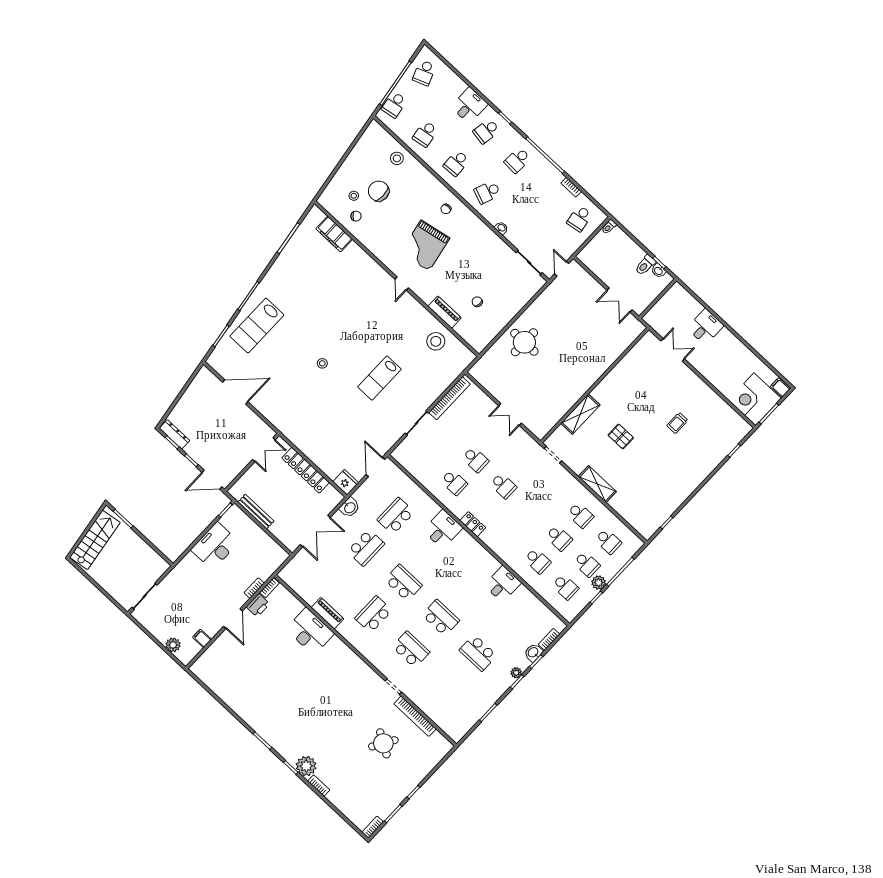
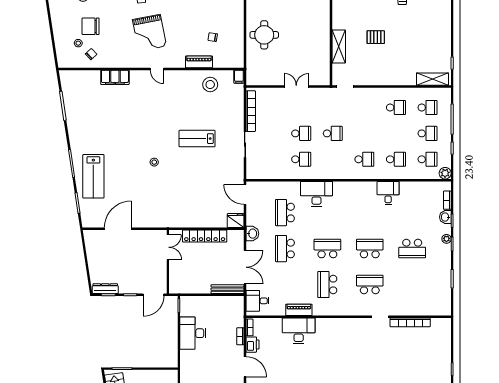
filing cabinet: (334, 234) -> (115, 77), moved
filing cabinet: (468, 358) -> (239, 77), added
lab bench: (379, 378) -> (197, 139), turned 90
double door: (510, 414) -> (296, 87), swing flipped
shelving: (597, 484) -> (432, 79), moved
bench: (256, 512) -> (227, 289), moved
locker: (473, 524) -> (336, 174), removed
desk: (443, 529) -> (316, 194), width x1.37
school desk: (559, 538) -> (364, 159), moved
school desk: (366, 548) -> (285, 249), turned 180
desk: (299, 571) -> (258, 301), added
plant: (599, 583) -> (445, 173), moved
round table: (383, 743) -> (406, 357), removed

